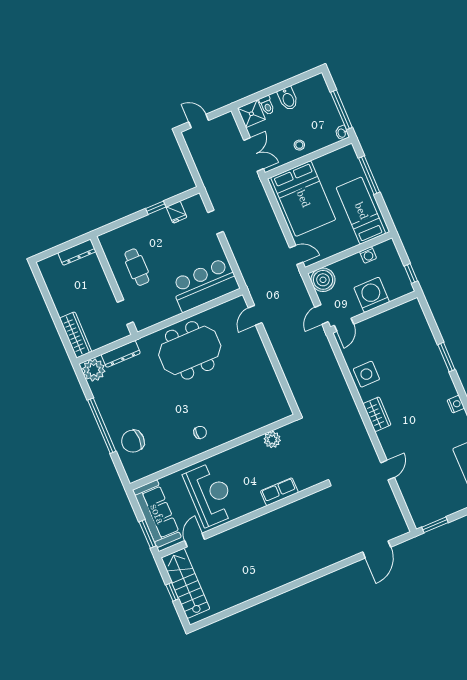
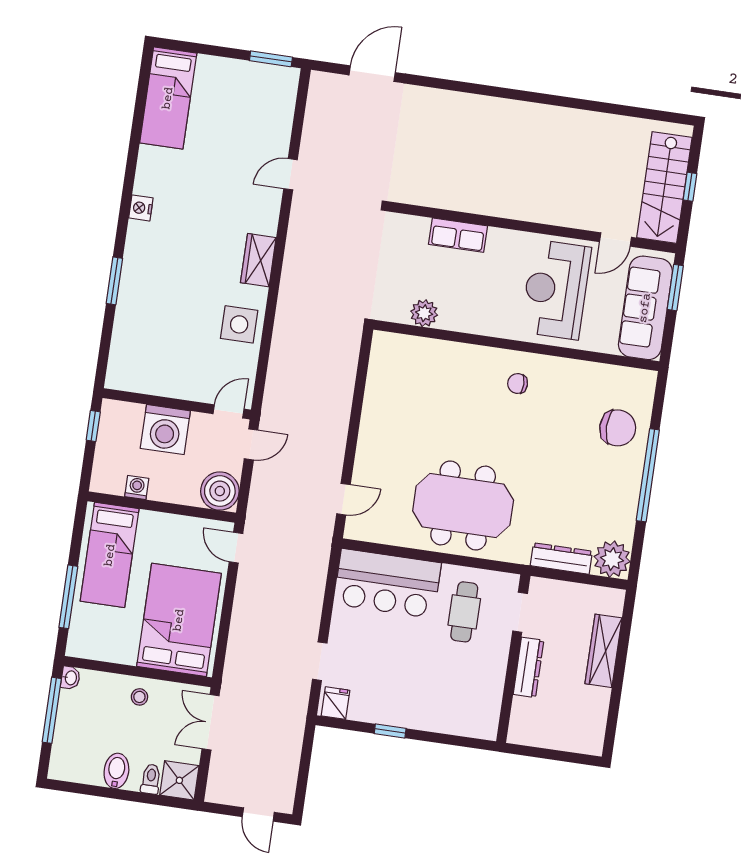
fridge: (176, 212) -> (335, 703), moved
dresser: (77, 252) -> (528, 667), moved, turned 90
cafe table: (137, 267) -> (464, 612), moved
wardrobe: (76, 335) -> (603, 651), moved

